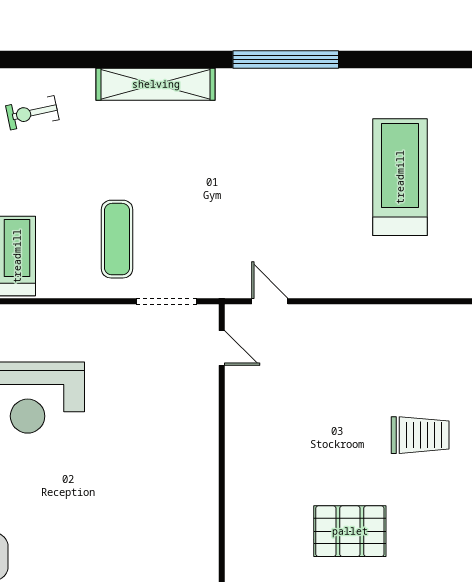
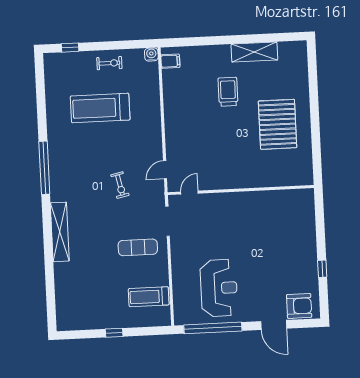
exercise bike: (32, 113) -> (120, 185), moved
pallet: (350, 531) -> (278, 124), width x1.37, depth x1.41

